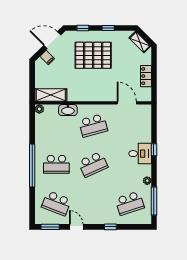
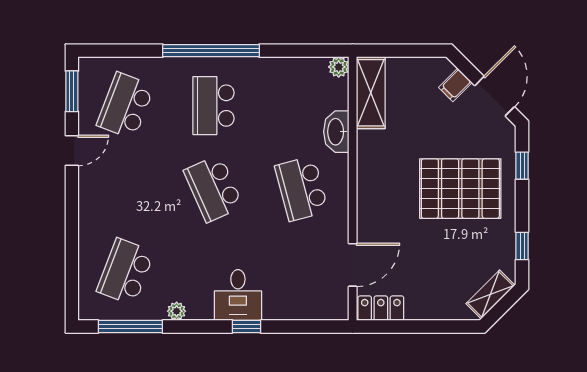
window: (108, 28) -> (522, 246), moved
pallet: (93, 55) -> (460, 189), turned 90
locker: (146, 76) -> (381, 308), moved
school desk: (130, 203) -> (125, 272), turned 39
window: (110, 227) -> (72, 228), removed

